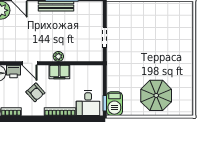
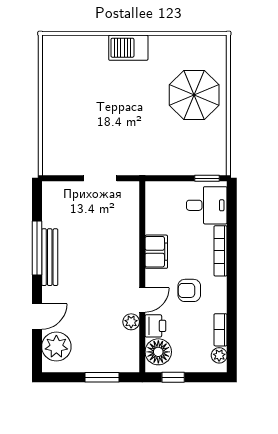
plant: (58, 56) -> (131, 322), moved
armchair: (35, 92) -> (189, 290), turned -138
barbecue: (114, 104) -> (128, 48), moved, turned 180

